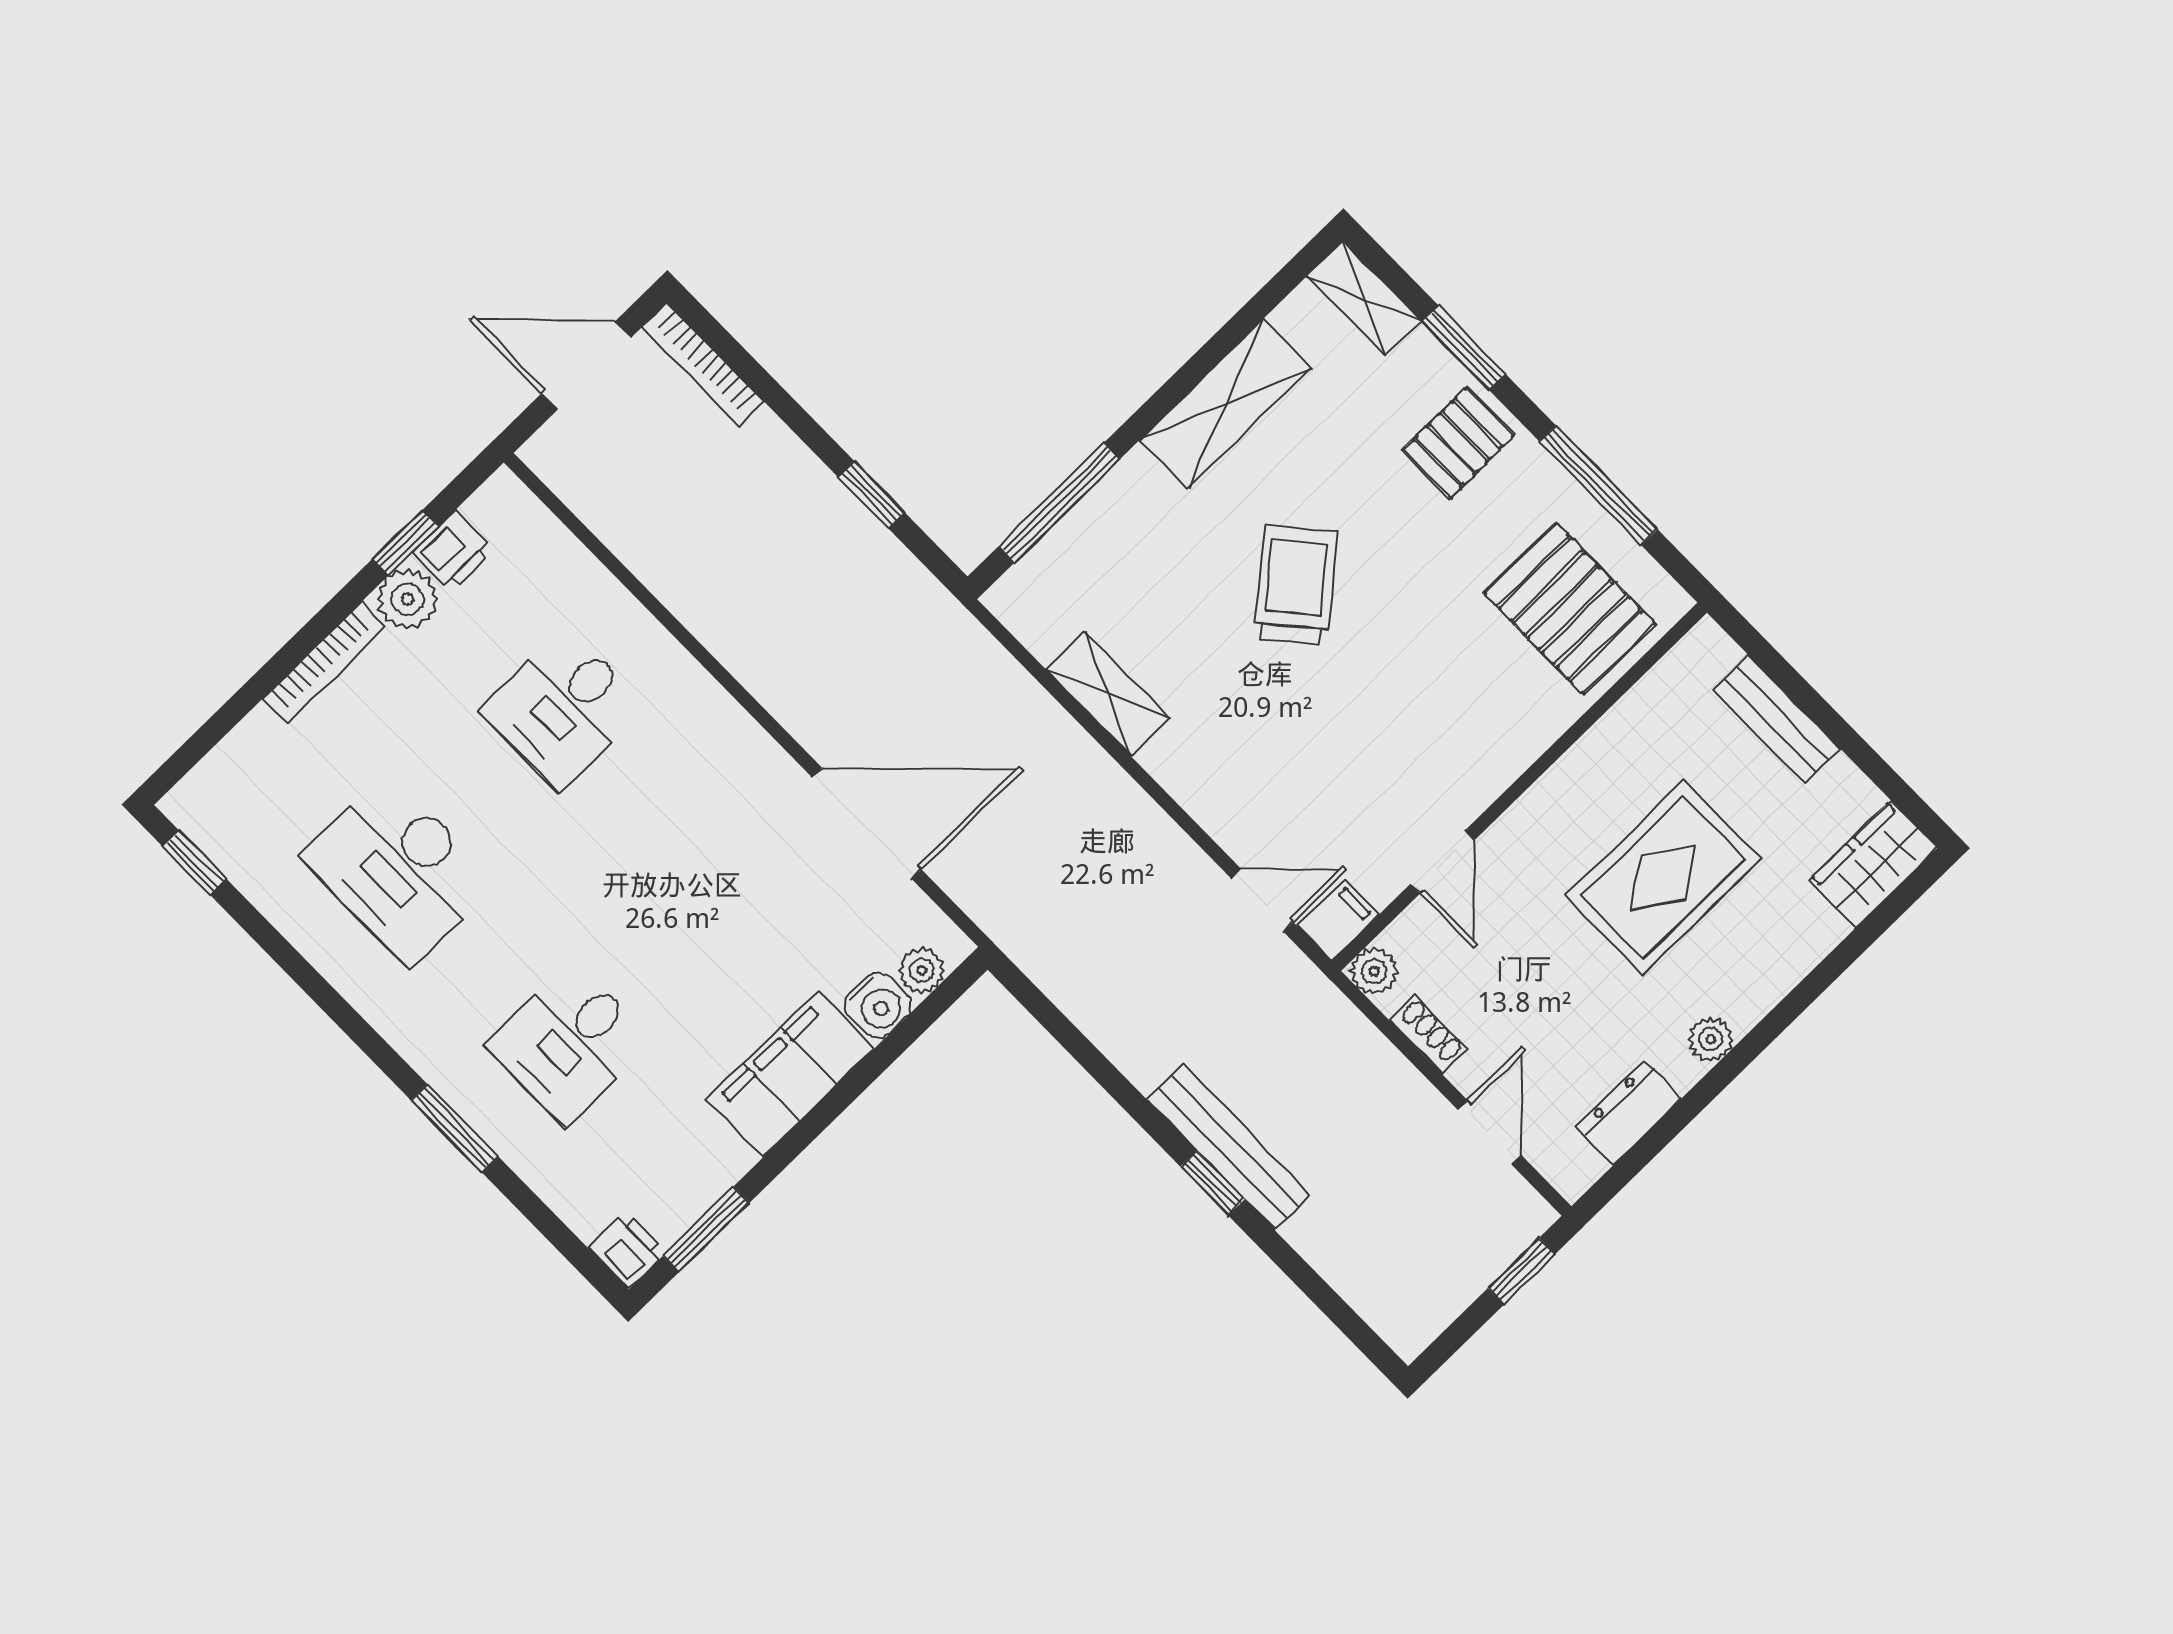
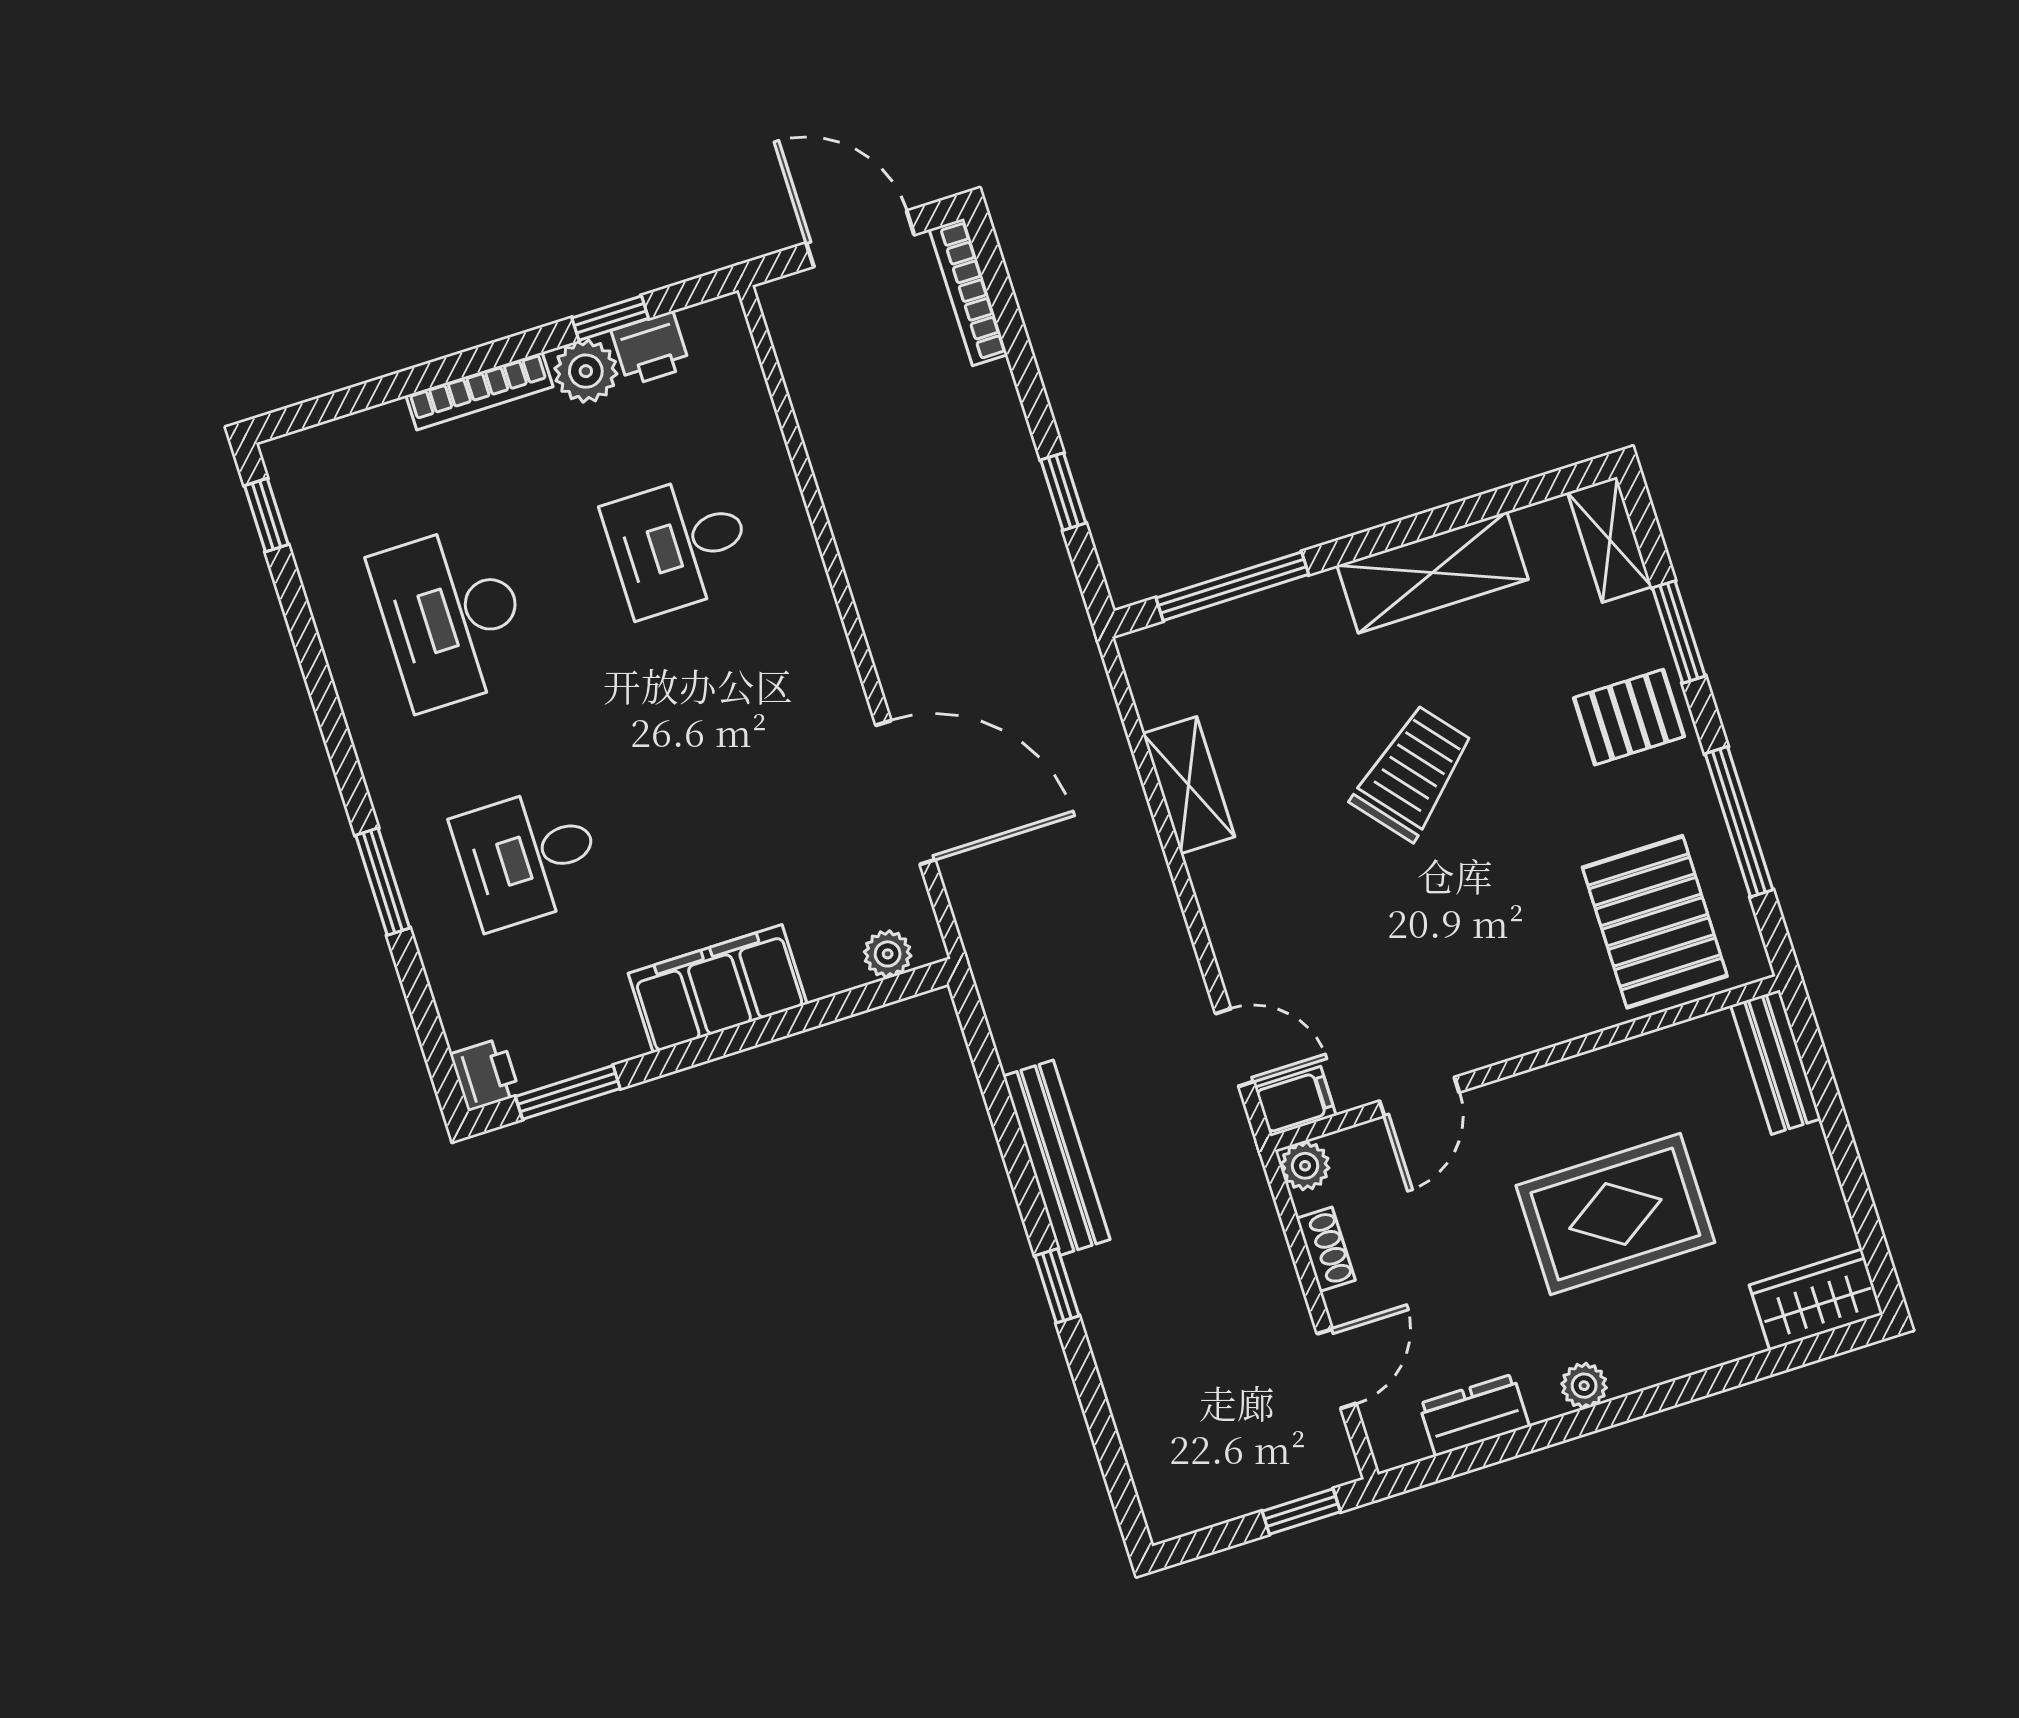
bench: (1777, 720) -> (1776, 1062), moved
water cooler: (878, 1005) -> (831, 966), removed
bench: (1229, 1147) -> (1057, 1158), moved

